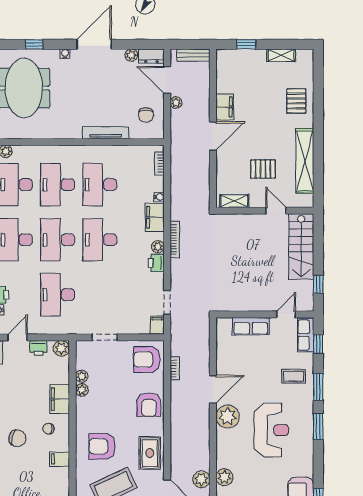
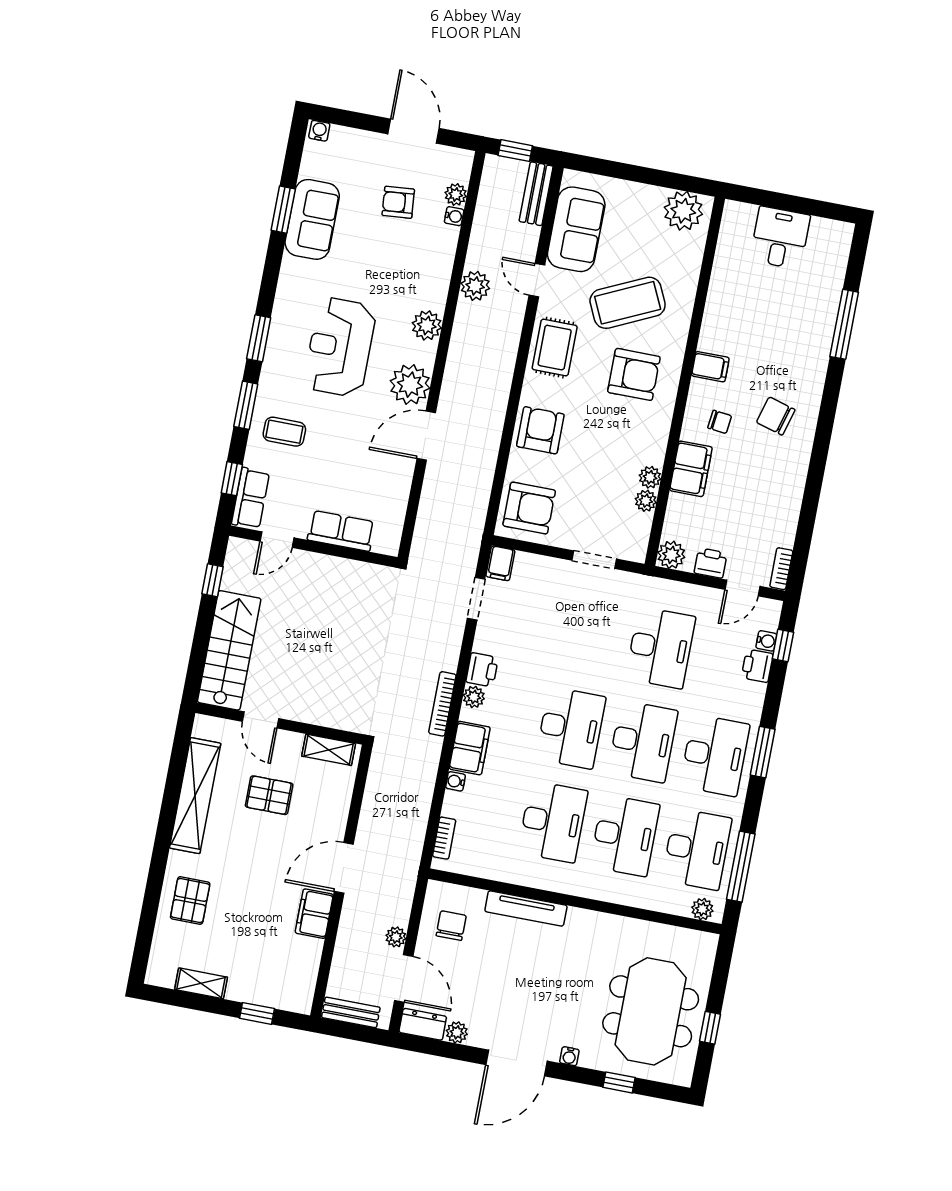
bookcase: (175, 368) -> (485, 484), removed
plant: (224, 477) -> (427, 325), moved

